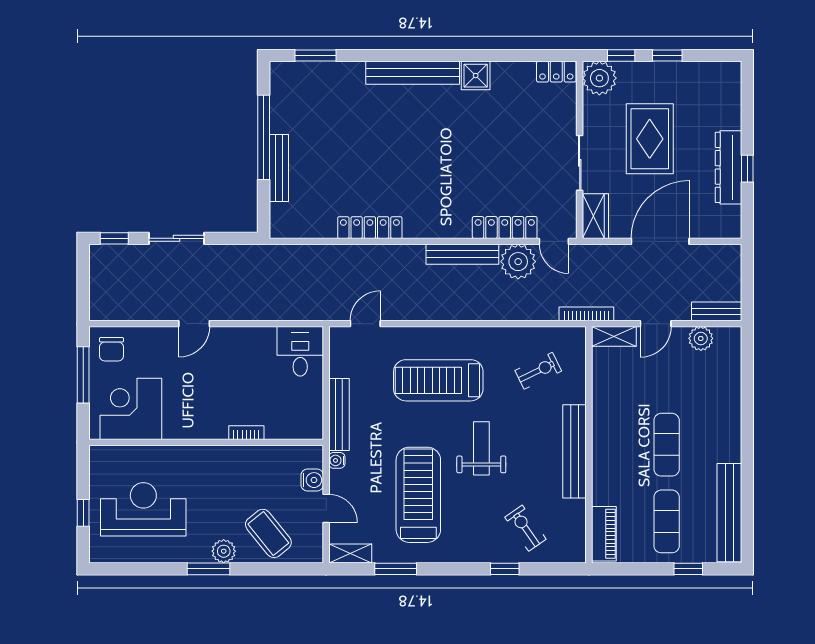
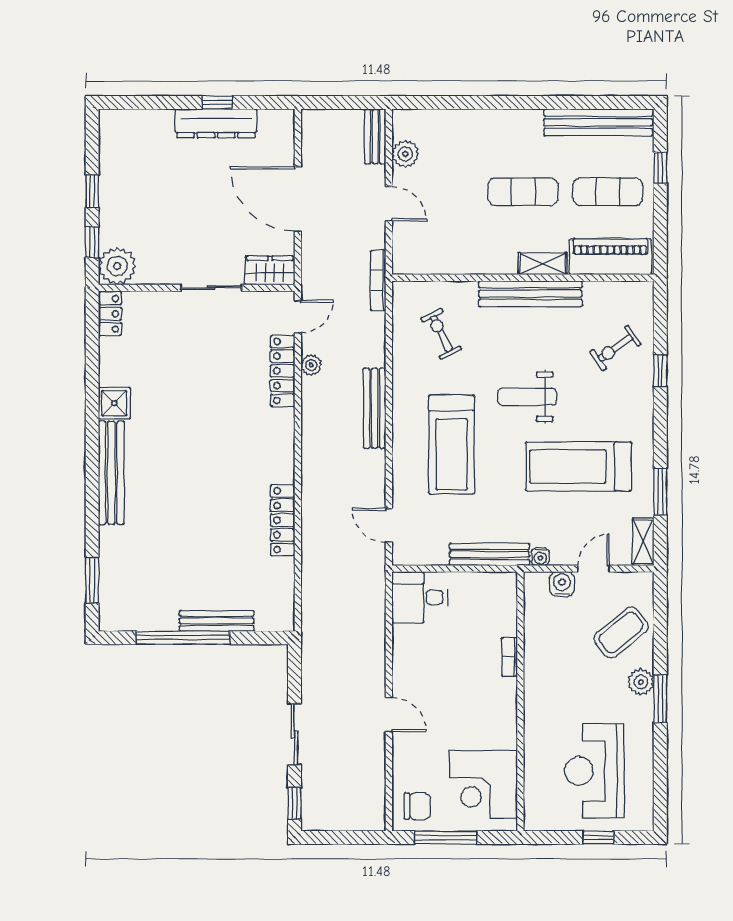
rug: (650, 139) -> (184, 210), removed
bench: (462, 254) -> (375, 408), moved
plant: (518, 262) -> (311, 365), width x0.53, depth x0.53
shelving: (614, 336) -> (543, 264), moved, turned 90
piano: (604, 534) -> (610, 257), width x1.37, depth x1.33

